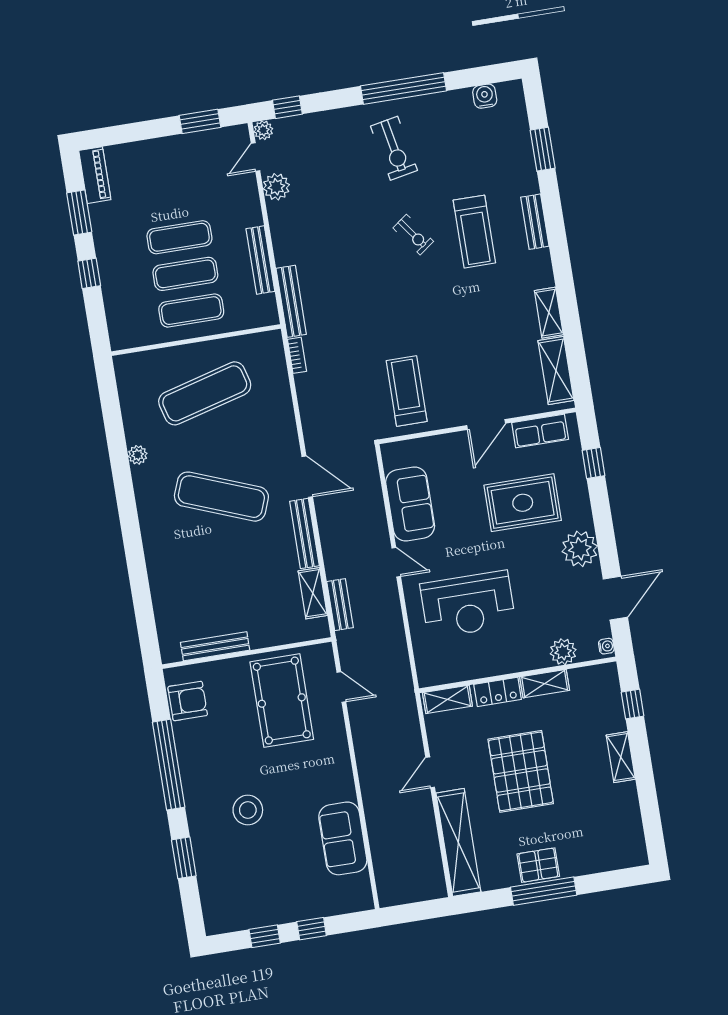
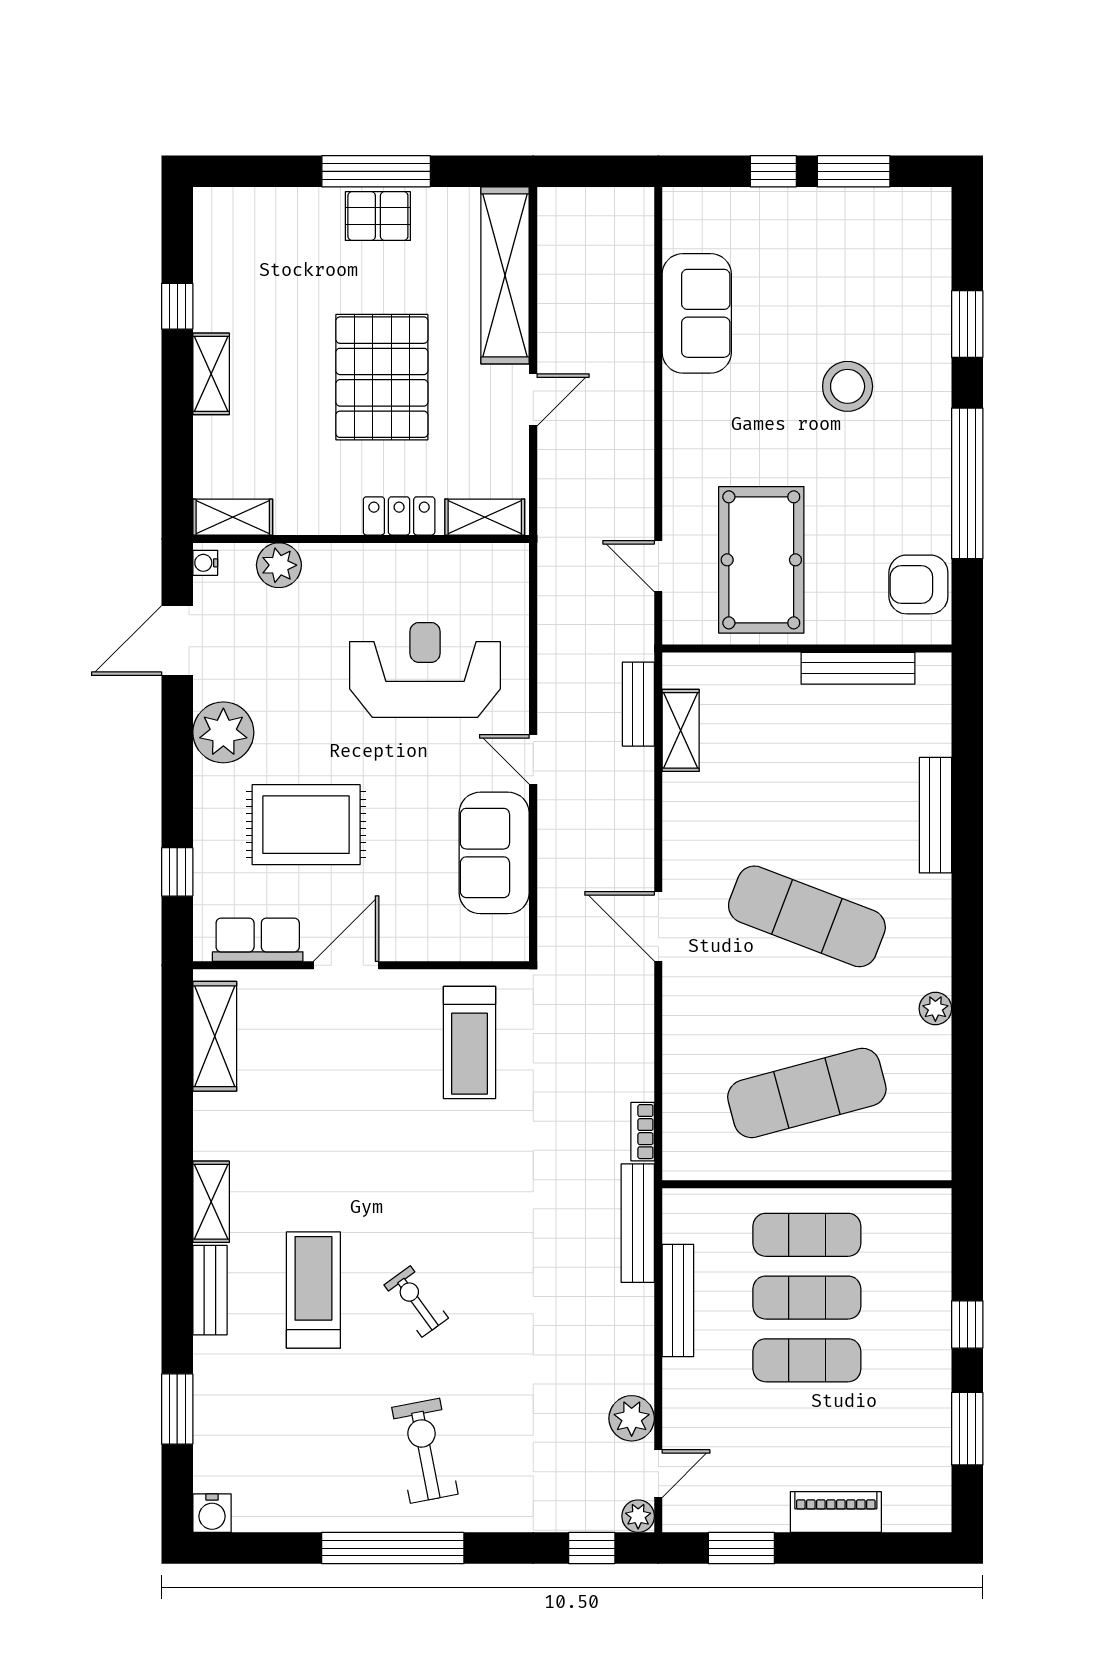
water cooler: (485, 96) -> (212, 1513), moved
piano: (95, 175) -> (836, 1512), moved, turned 90
shelving: (549, 313) -> (211, 1202), moved
bench: (304, 533) -> (935, 815), moved
shelving: (545, 684) -> (233, 517), moved
window: (633, 704) -> (177, 306), moved
window: (265, 936) -> (854, 171), width x1.50

